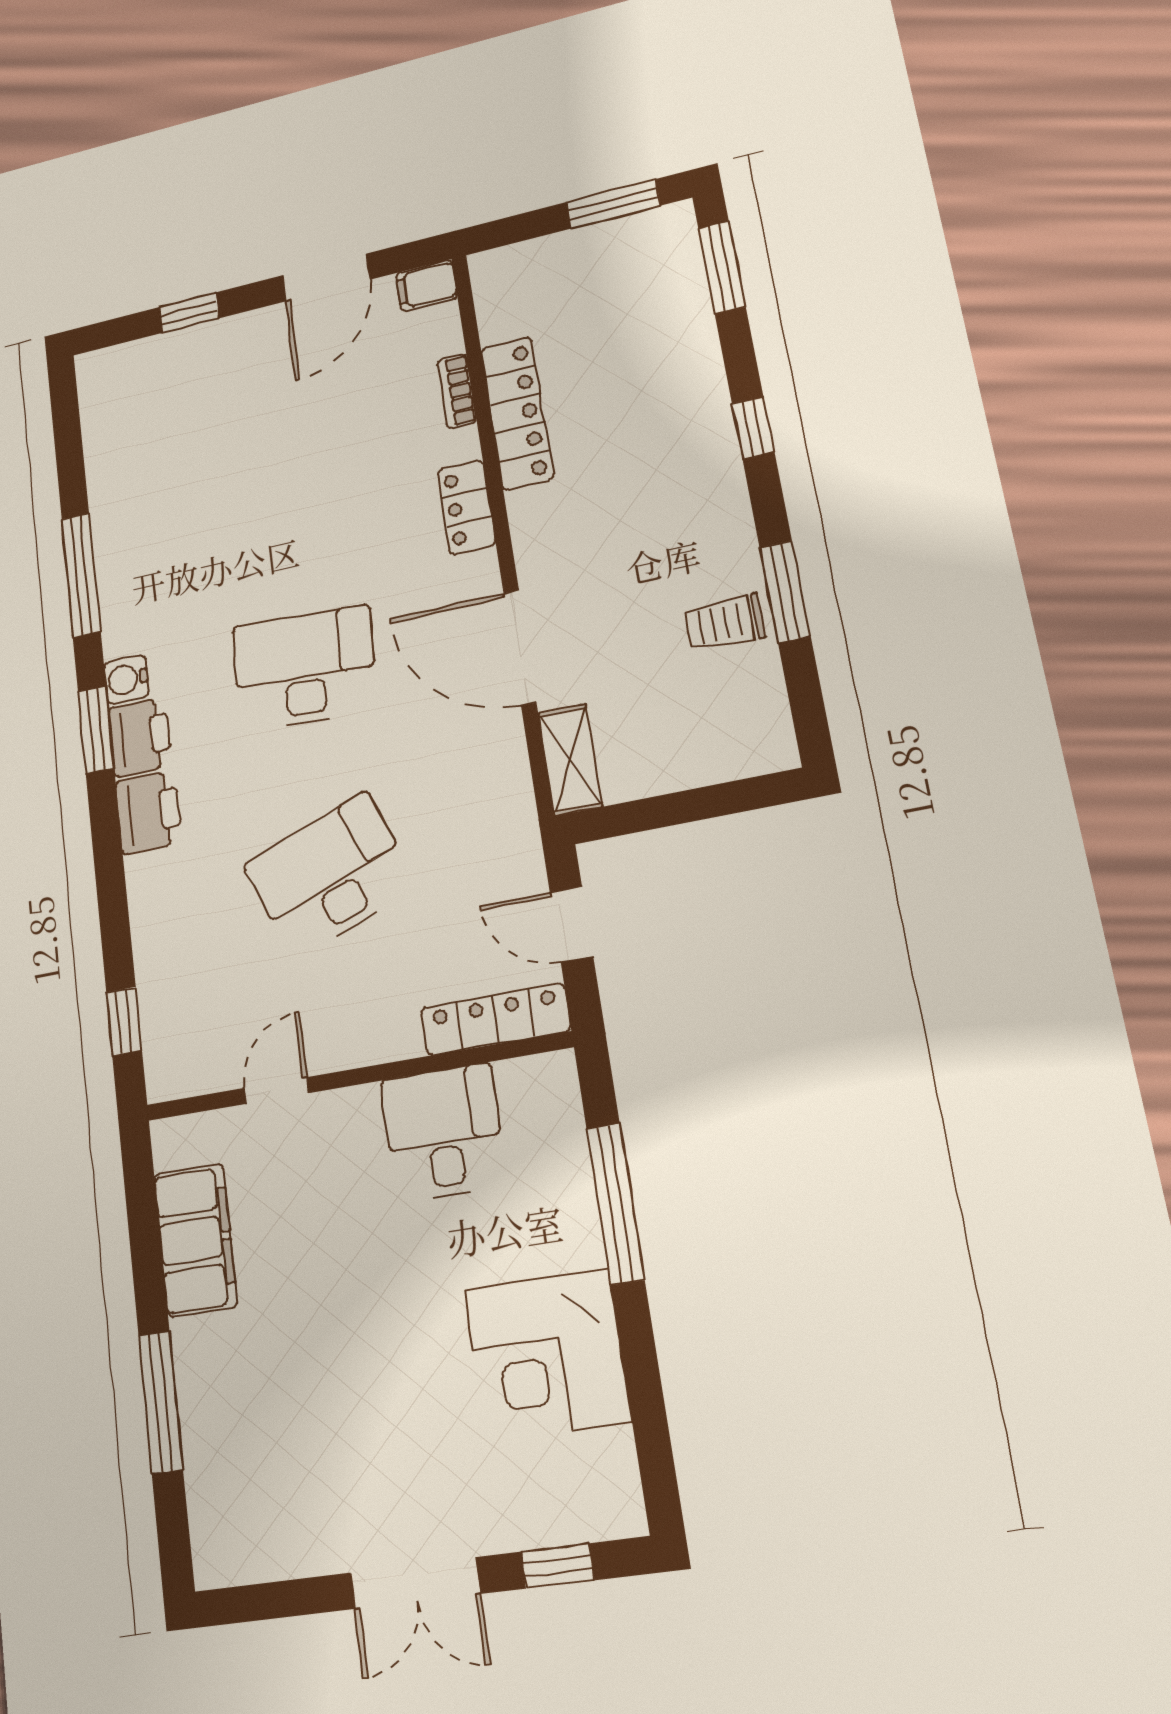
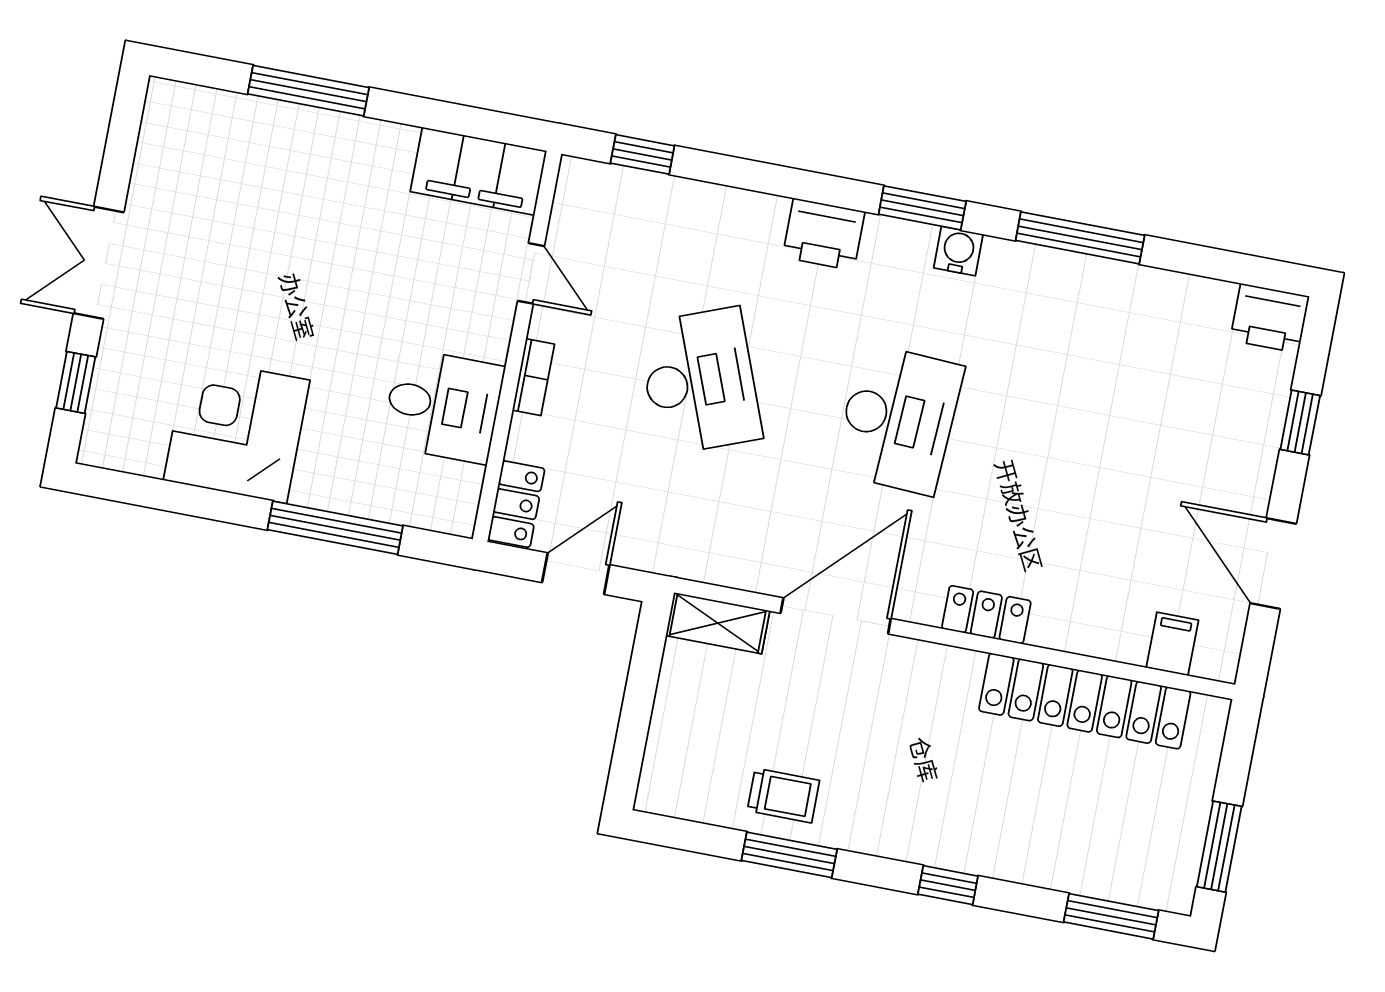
filing cabinet: (426, 285) -> (1172, 644), moved
bookcase: (457, 391) -> (533, 377), moved, turned 90
locker: (517, 413) -> (1085, 701), width x1.41, depth x1.21
trolley: (725, 623) -> (783, 796), turned 90
printer: (140, 737) -> (1270, 318), moved
locker: (495, 1019) -> (516, 504), width x0.66
filing cabinet: (195, 1240) -> (479, 171), moved

